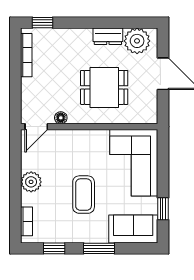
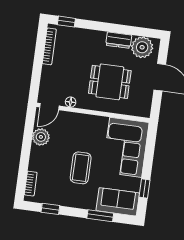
plant: (31, 182) -> (41, 137), moved
window: (99, 248) -> (100, 216), moved

